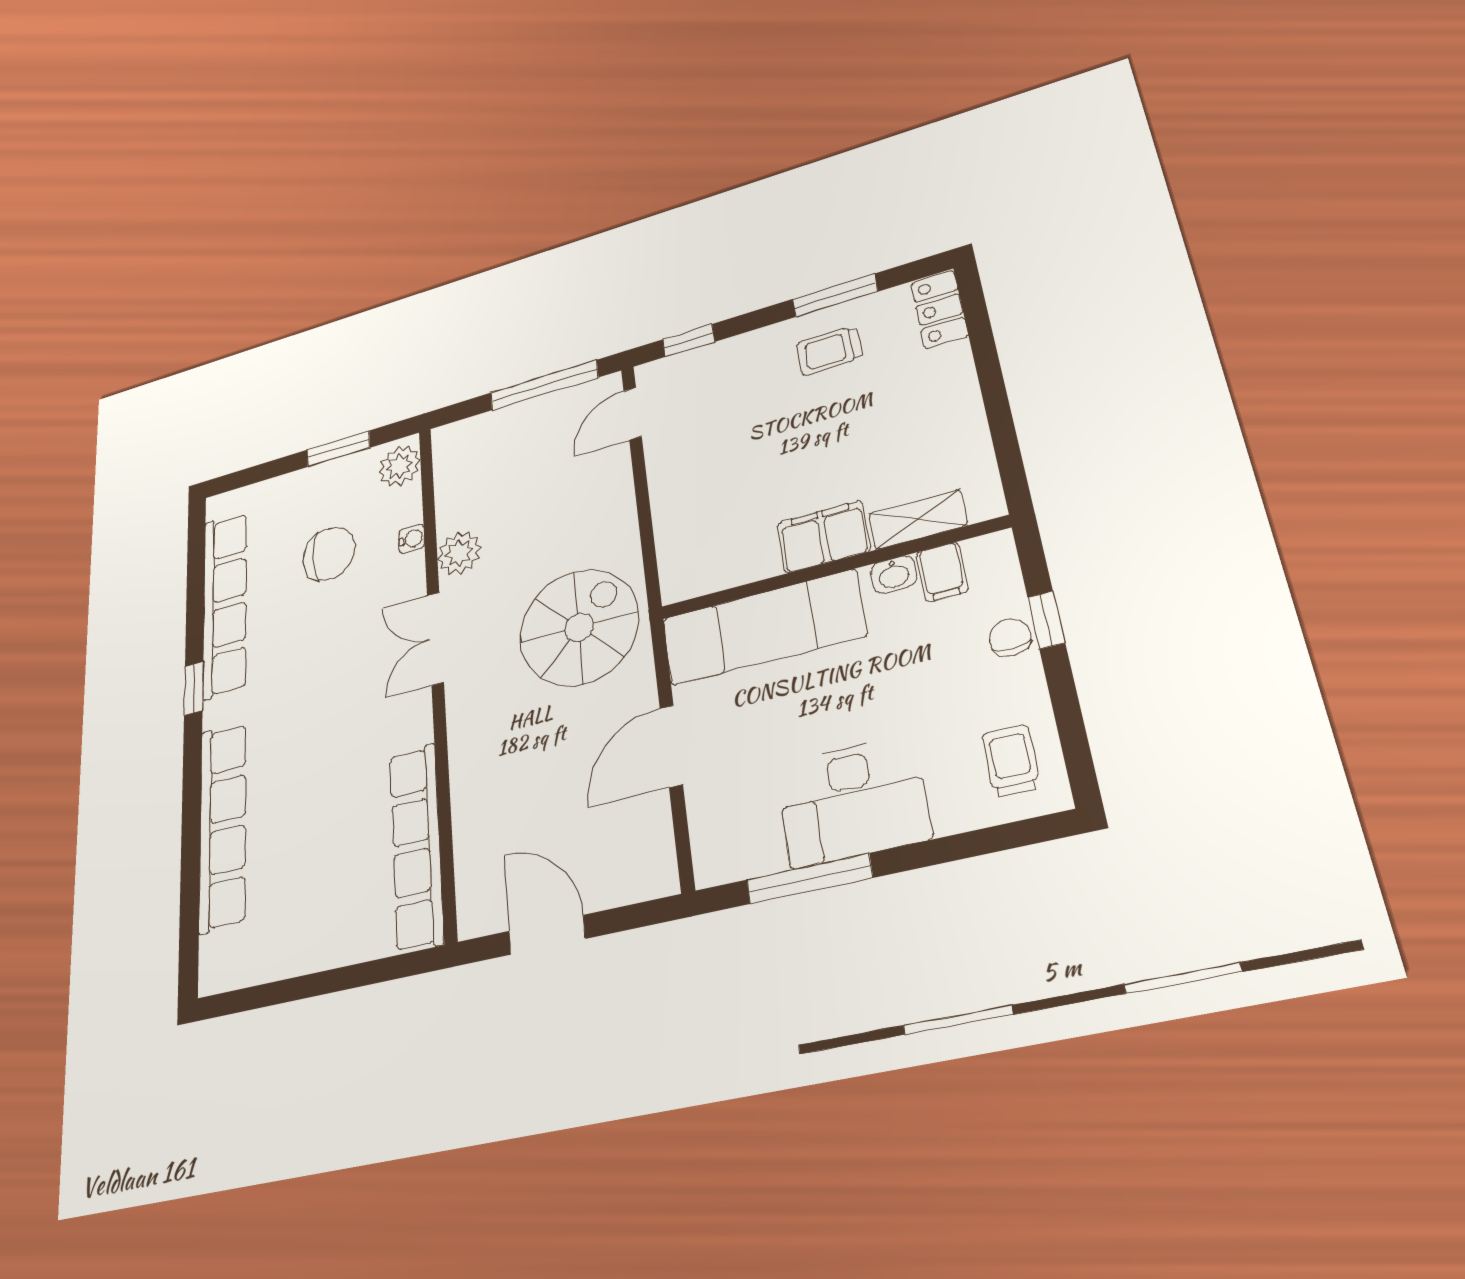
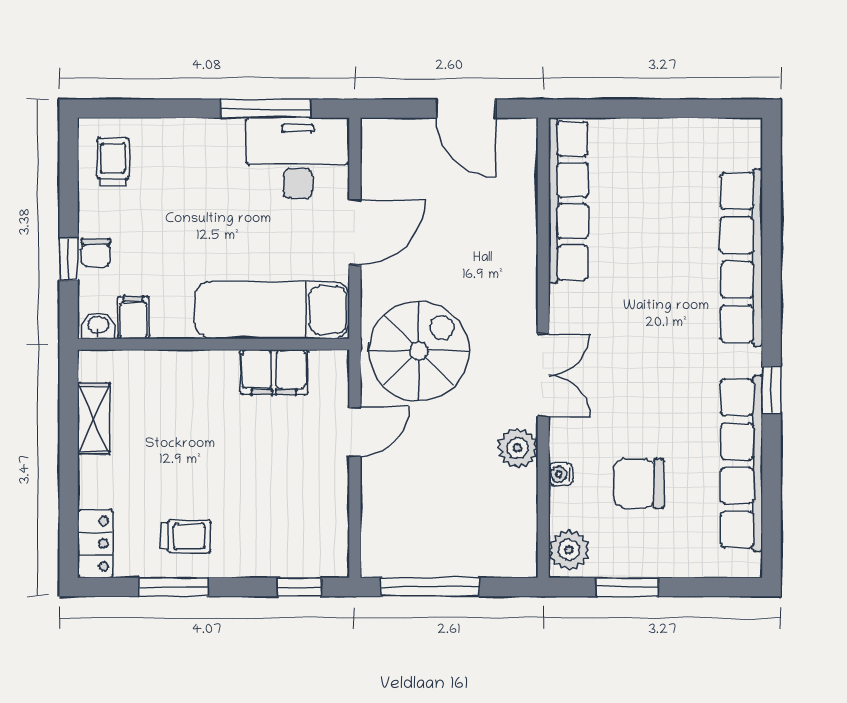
door: (633, 414) -> (355, 432), moved
shelving: (918, 519) -> (94, 419), moved, turned 90
filing cabinet: (823, 537) -> (274, 372), moved
washbasin: (894, 574) -> (98, 326), moved
spiral stairs: (579, 627) -> (419, 351), turned 180
trolley: (1011, 761) -> (113, 162), turned 180
desk: (853, 801) -> (298, 158), moved

